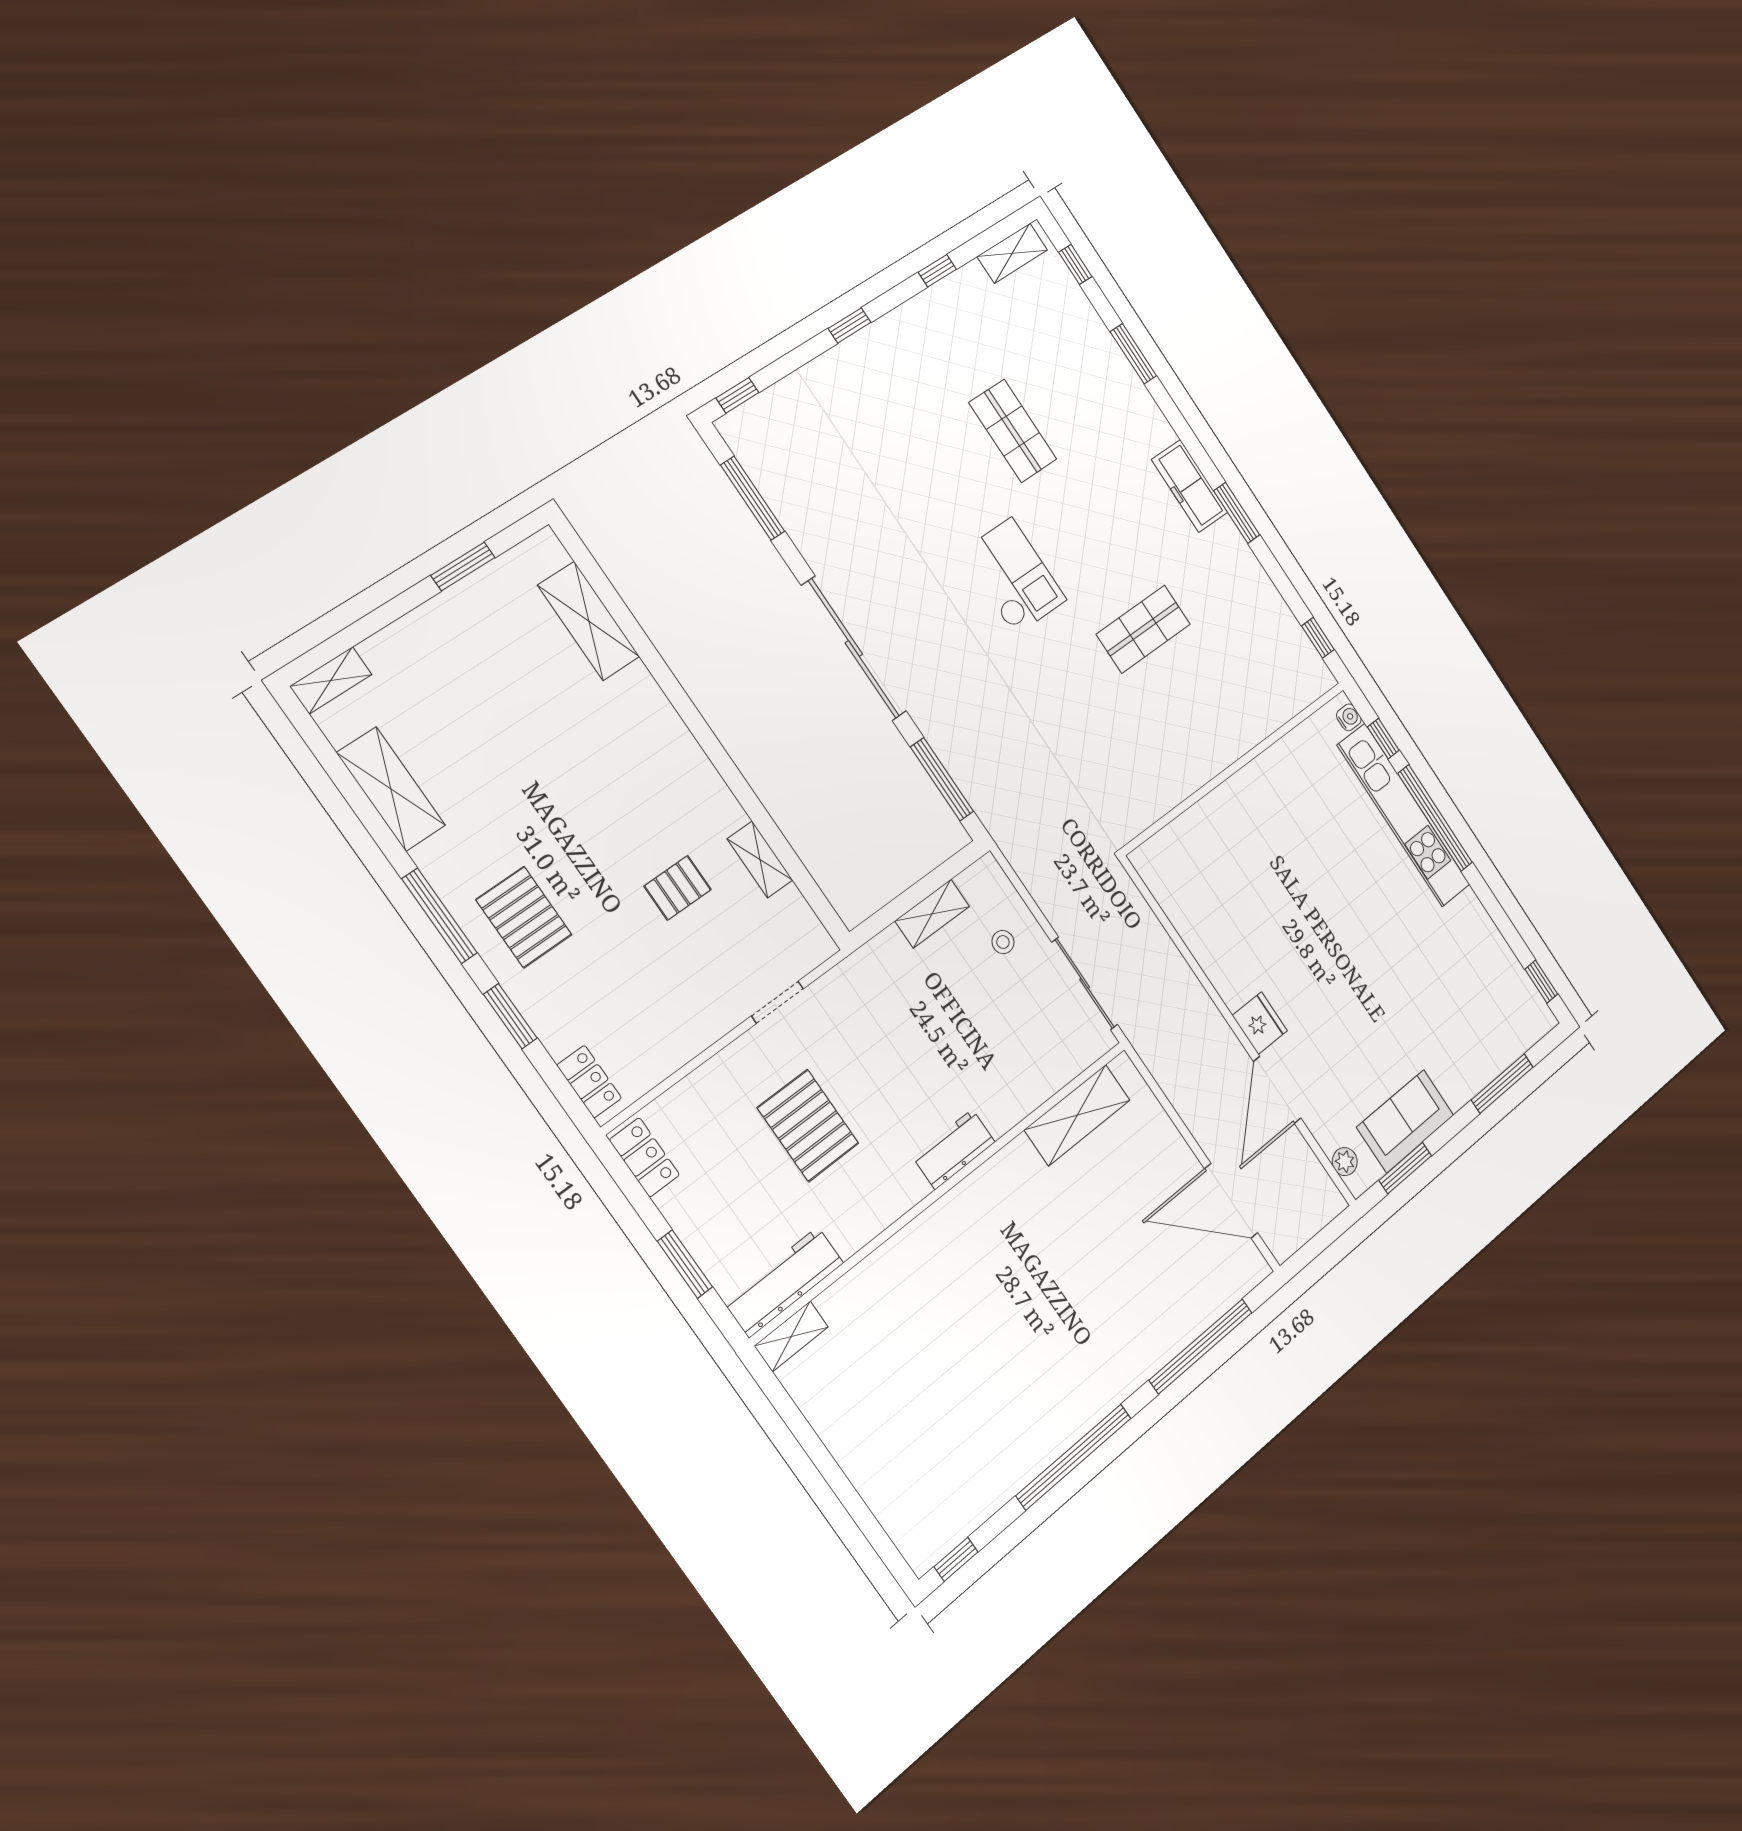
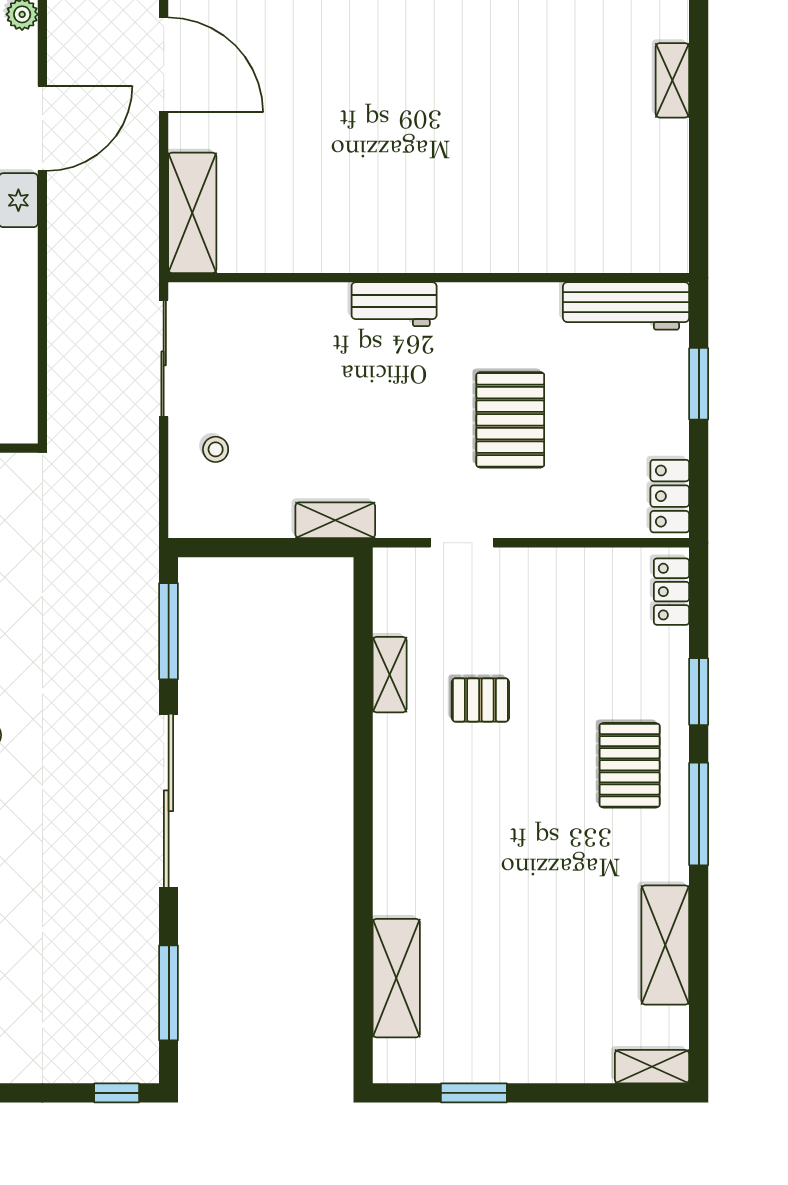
shelving: (932, 914) -> (335, 520), moved
shelving: (1077, 1115) -> (192, 213), moved, turned 90
shelving: (791, 1336) -> (672, 80), moved, turned 90

